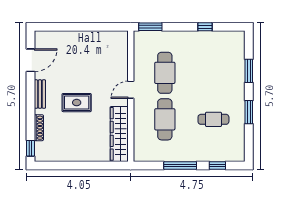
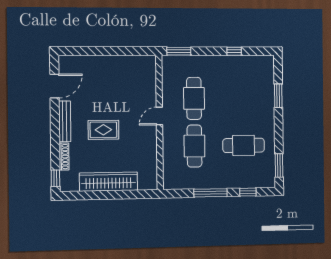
bench: (40, 94) -> (65, 121), width x1.36
window: (249, 112) -> (279, 165), moved
cafe table: (213, 119) -> (244, 145), width x1.37, depth x1.35
wardrobe: (119, 134) -> (109, 182), moved, turned 90

